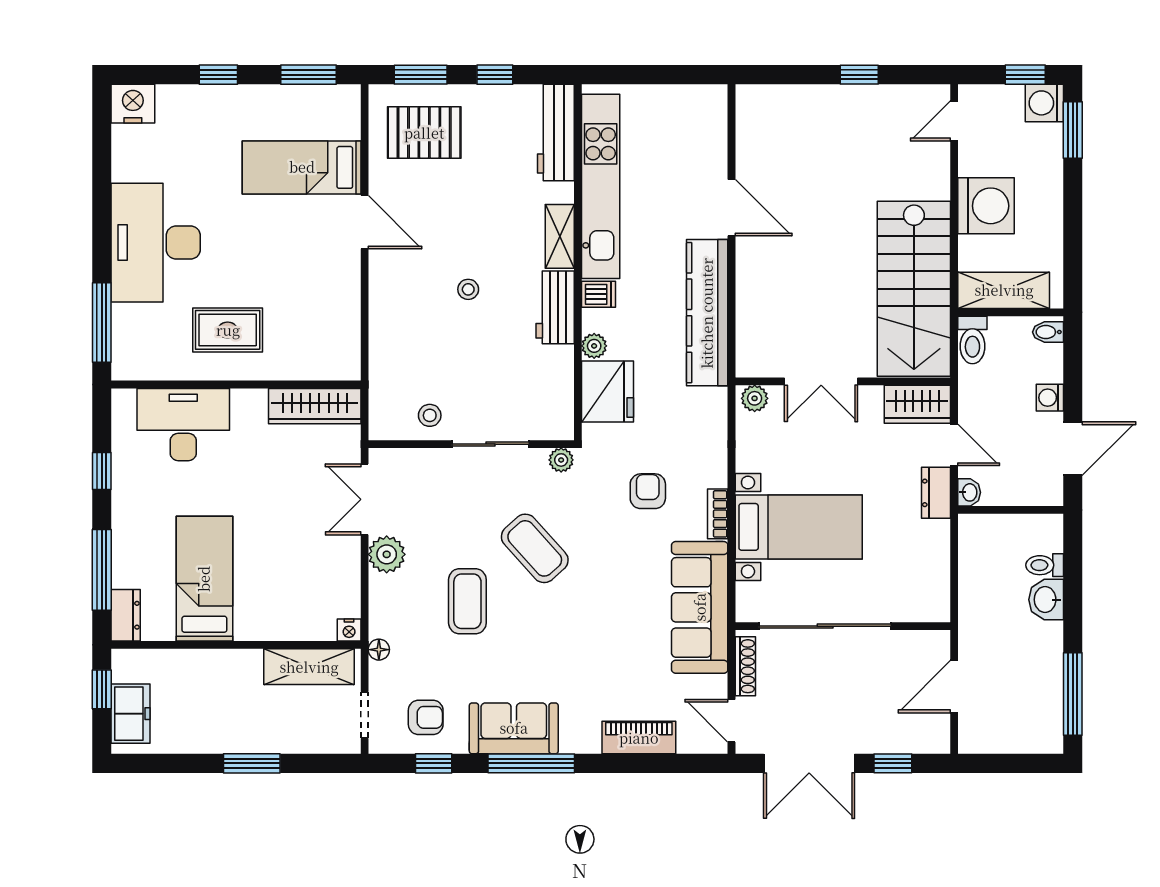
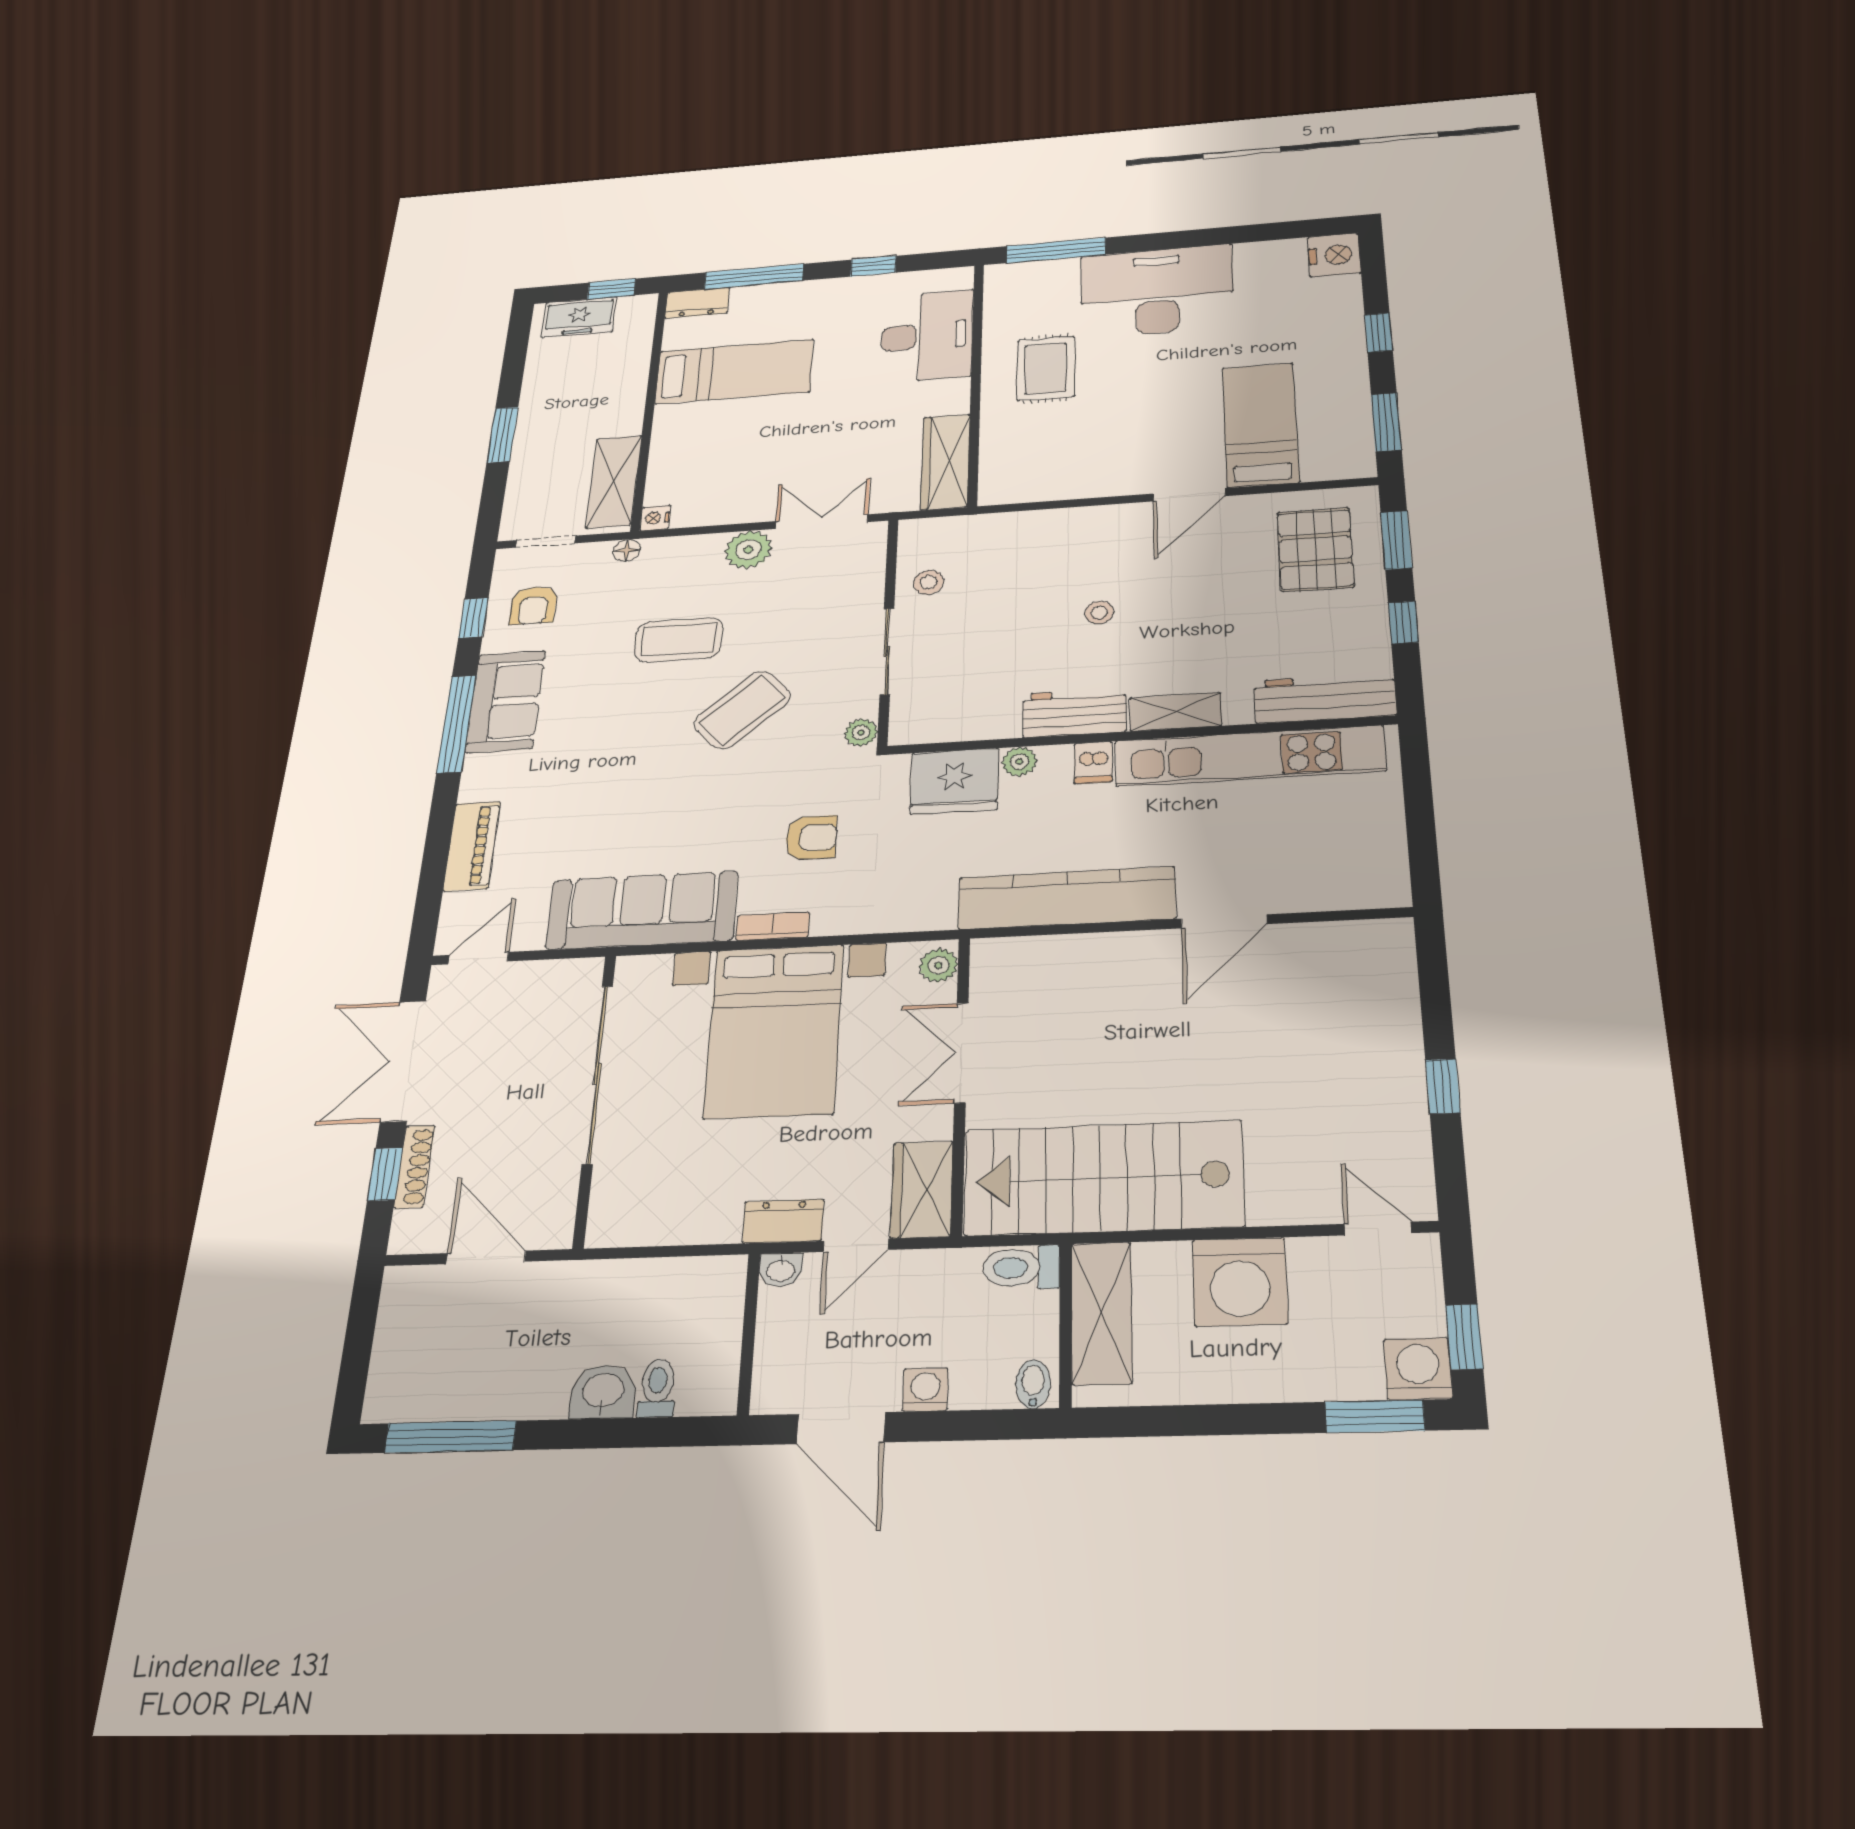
bed with nightstands: (799, 527) -> (774, 1031), width x1.36
shoe rack: (745, 666) -> (414, 1167), moved, turned -90

